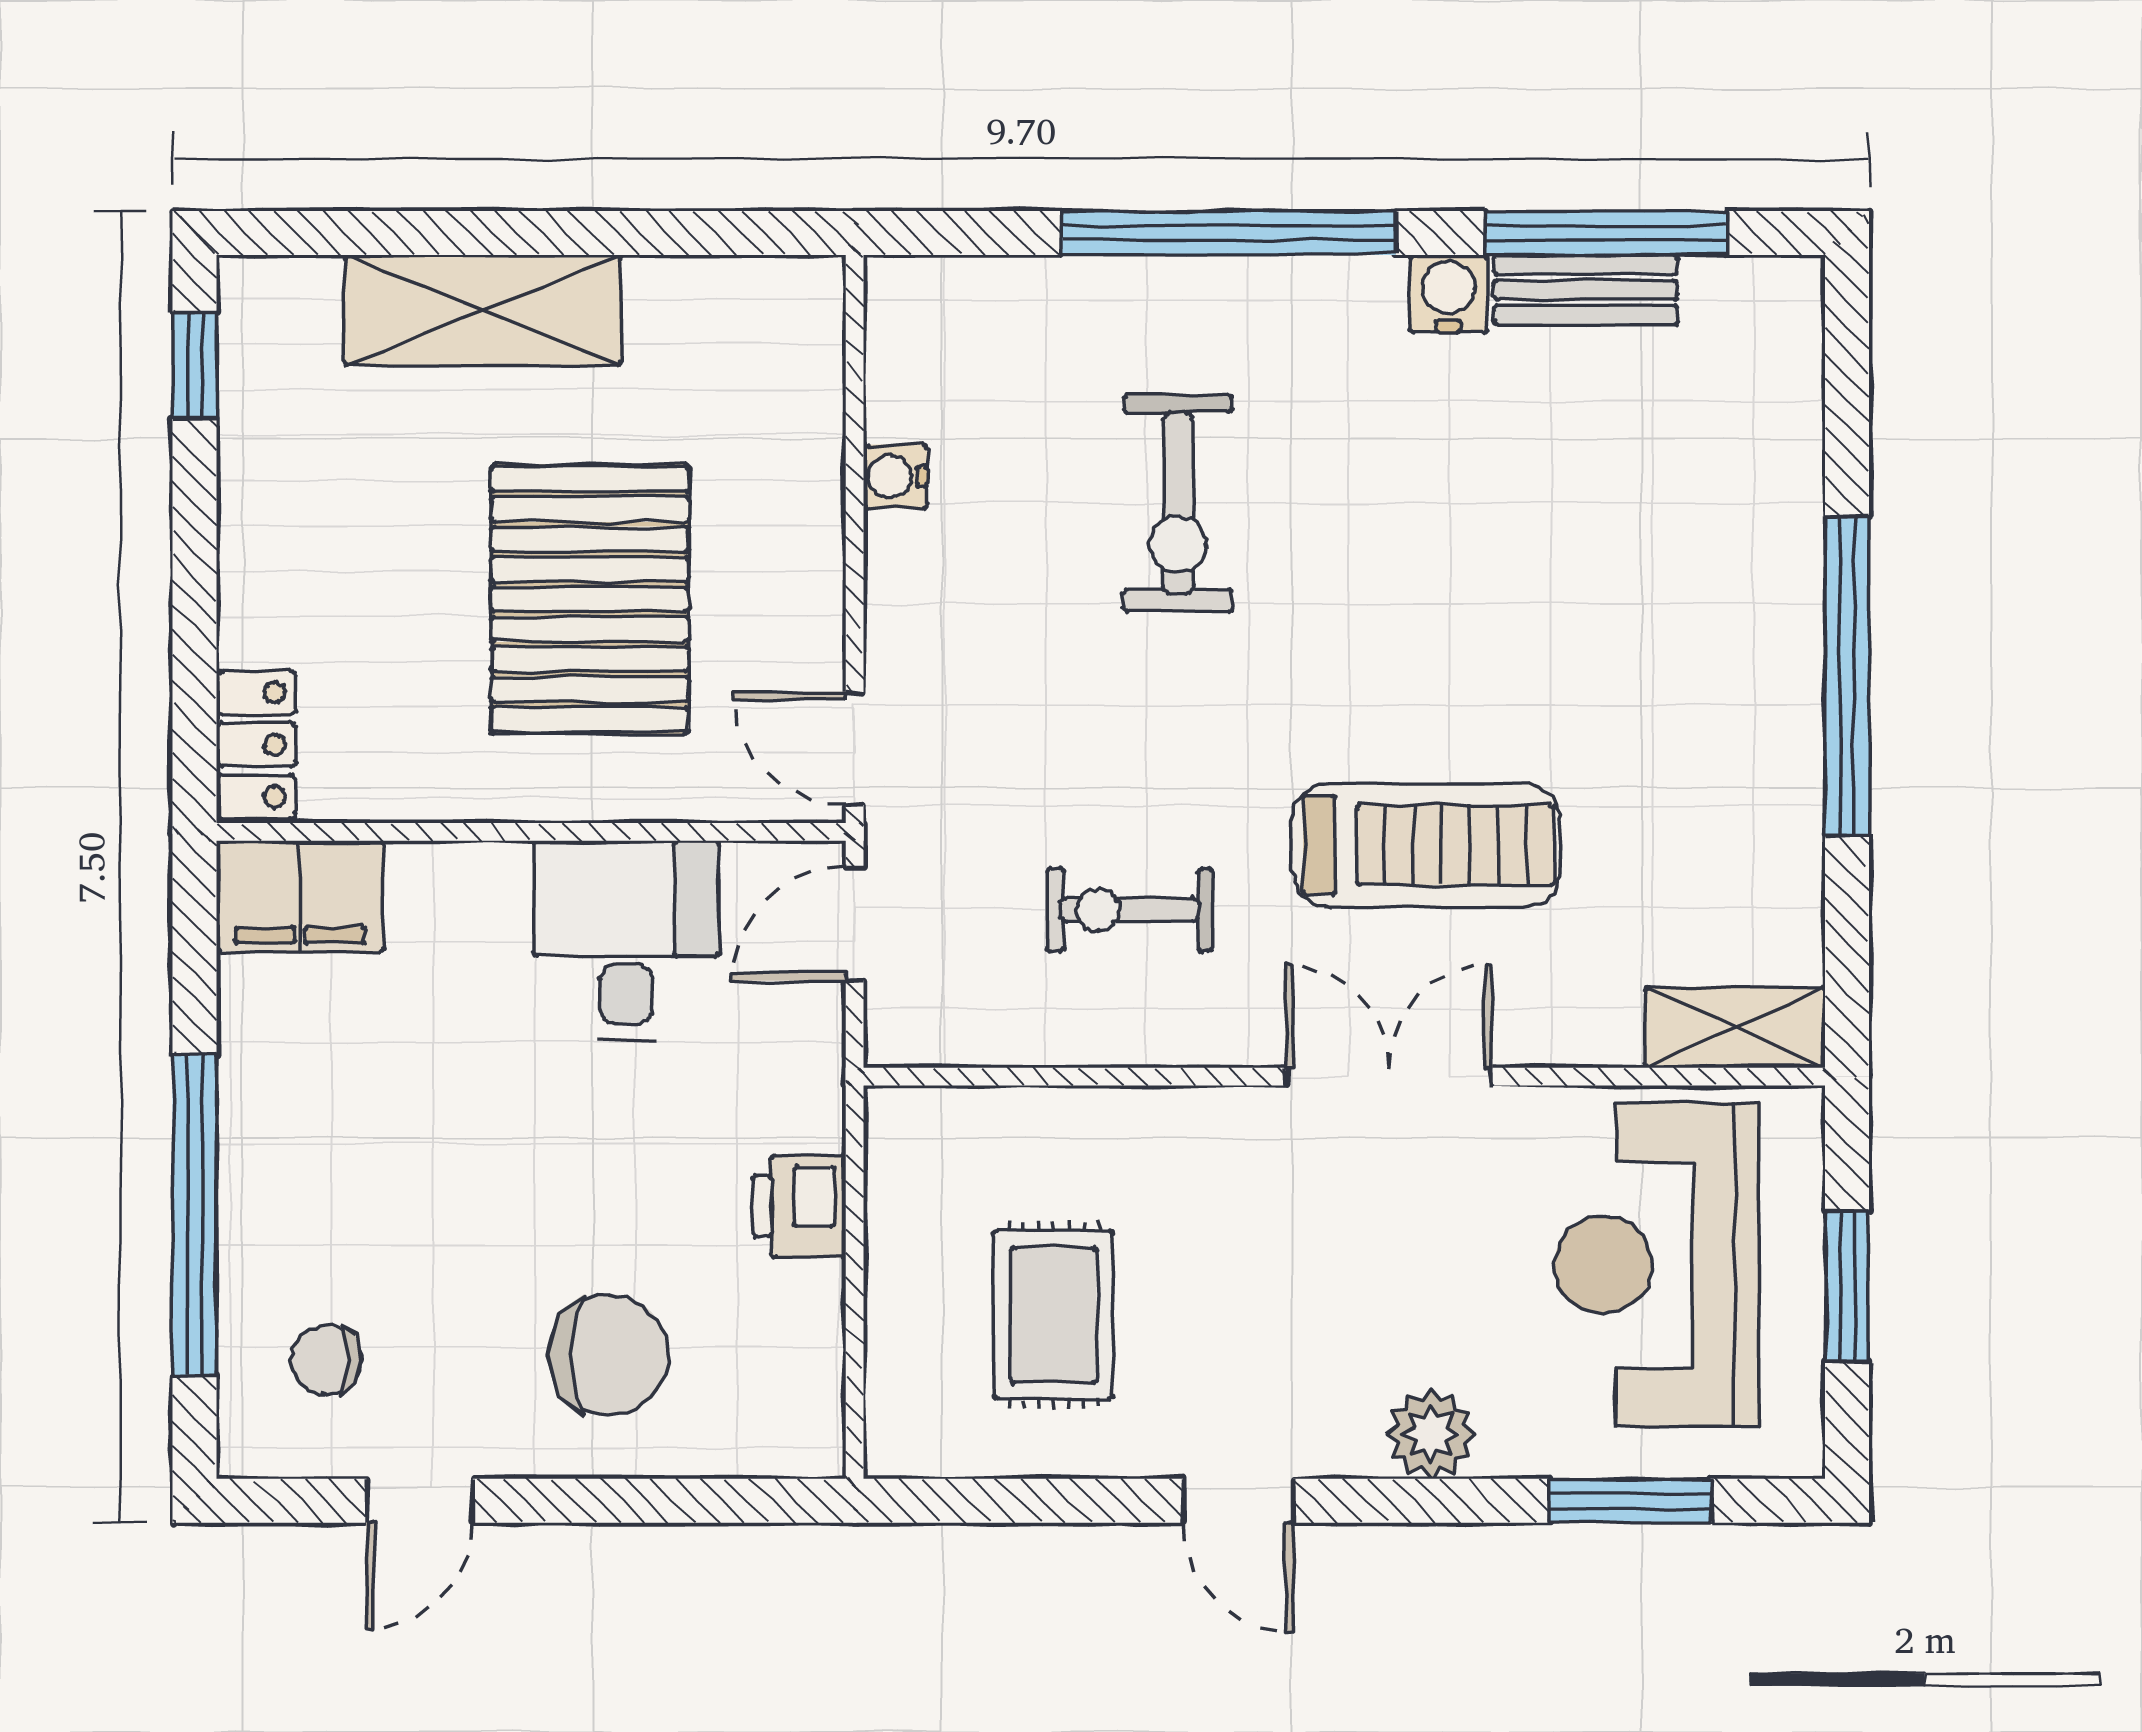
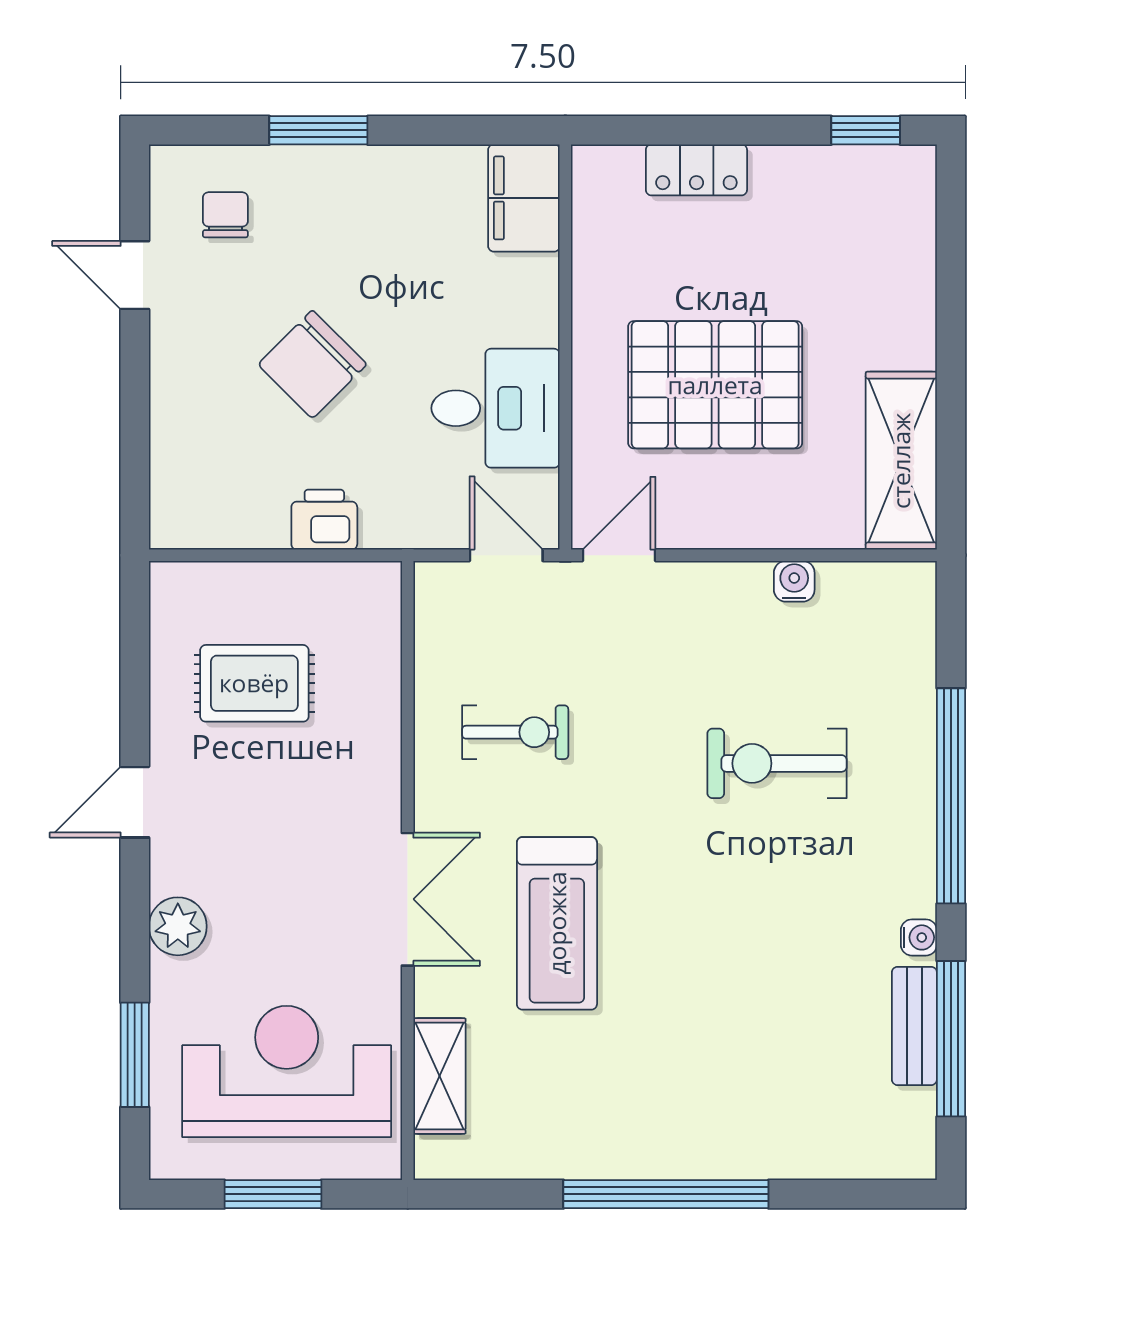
water cooler: (1448, 294) -> (919, 937), width x0.72, depth x0.72
shelving: (483, 310) -> (901, 461), moved
locker: (256, 745) -> (696, 170), moved
exercise bike: (1129, 910) -> (515, 732), turned 90
shelving: (1735, 1027) -> (439, 1076), moved
window: (195, 1215) -> (318, 130), width x0.47
chair: (609, 1355) -> (312, 364), moved, turned 45

